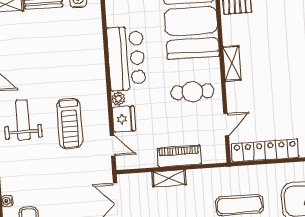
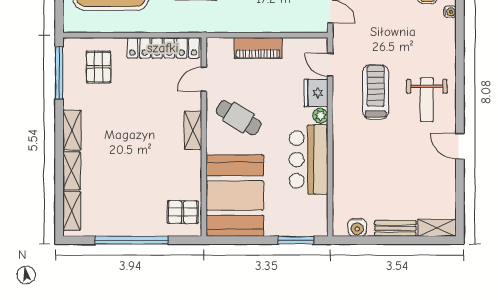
shelving: (232, 63) -> (193, 130), moved
cafe table: (192, 92) -> (239, 118), turned 31
shelving: (169, 178) -> (271, 25), removed

